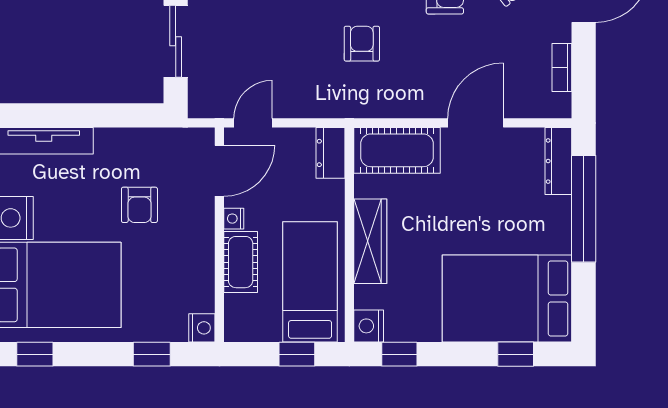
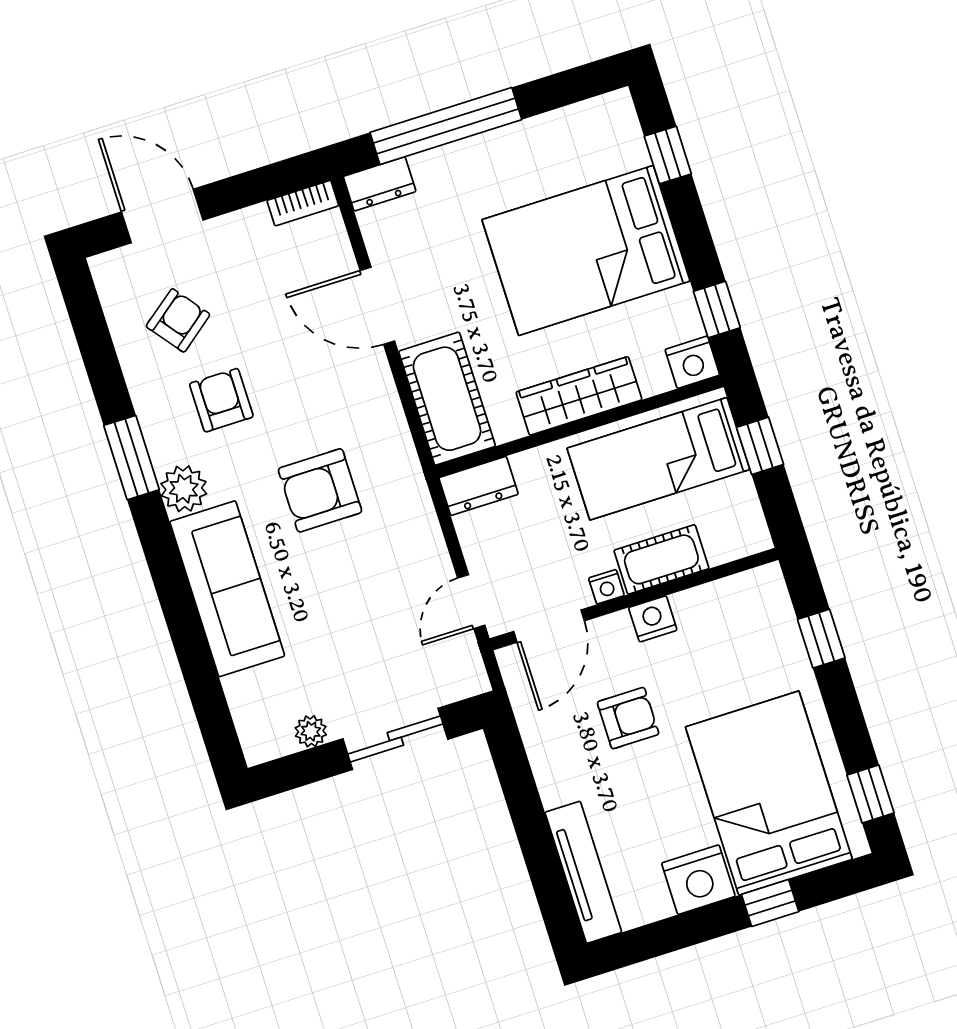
armchair: (362, 44) -> (320, 490), width x1.38, depth x1.38
bookcase: (562, 67) -> (303, 203), moved
door: (253, 123) -> (471, 602), hinge flipped
dresser: (558, 161) -> (380, 184), width x0.70
door: (219, 171) -> (549, 626), swing flipped
bed: (507, 298) -> (586, 250), moved, turned 90
nightstand: (202, 328) -> (653, 619), moved

